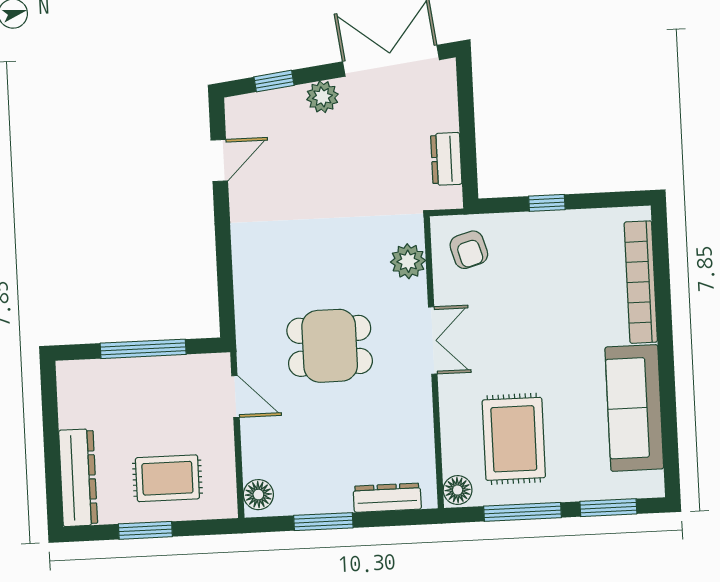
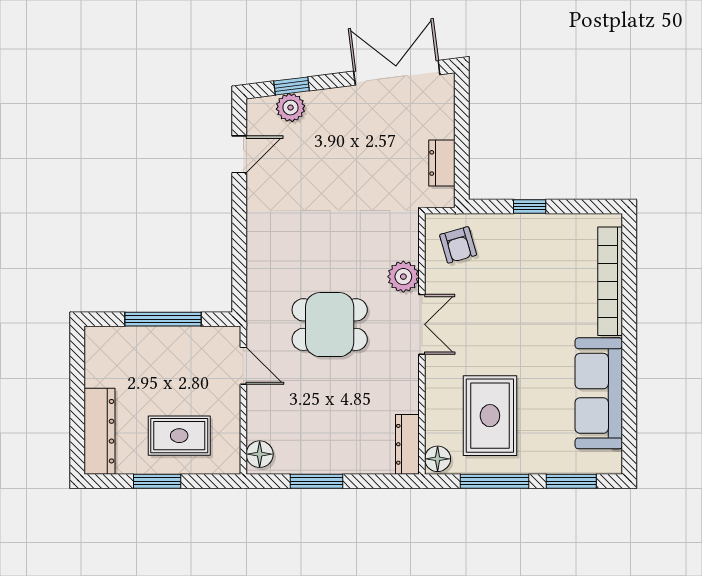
plant: (322, 97) -> (290, 108), moved
plant: (408, 261) -> (403, 277), moved
dresser: (387, 498) -> (407, 444), moved, turned -90

